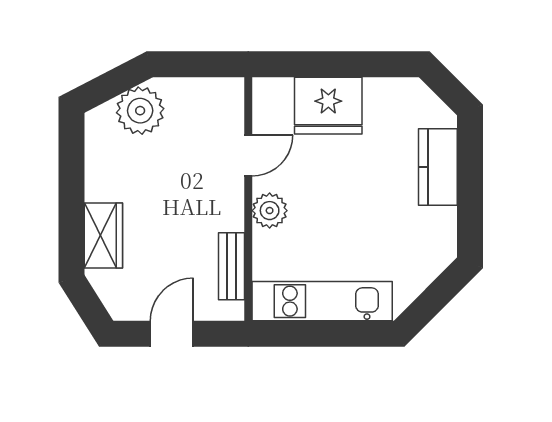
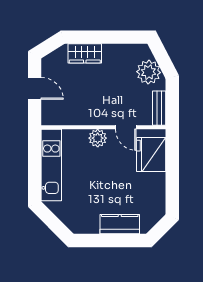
fridge: (328, 106) -> (151, 154), moved
bench: (232, 266) -> (159, 108), moved, turned 90

